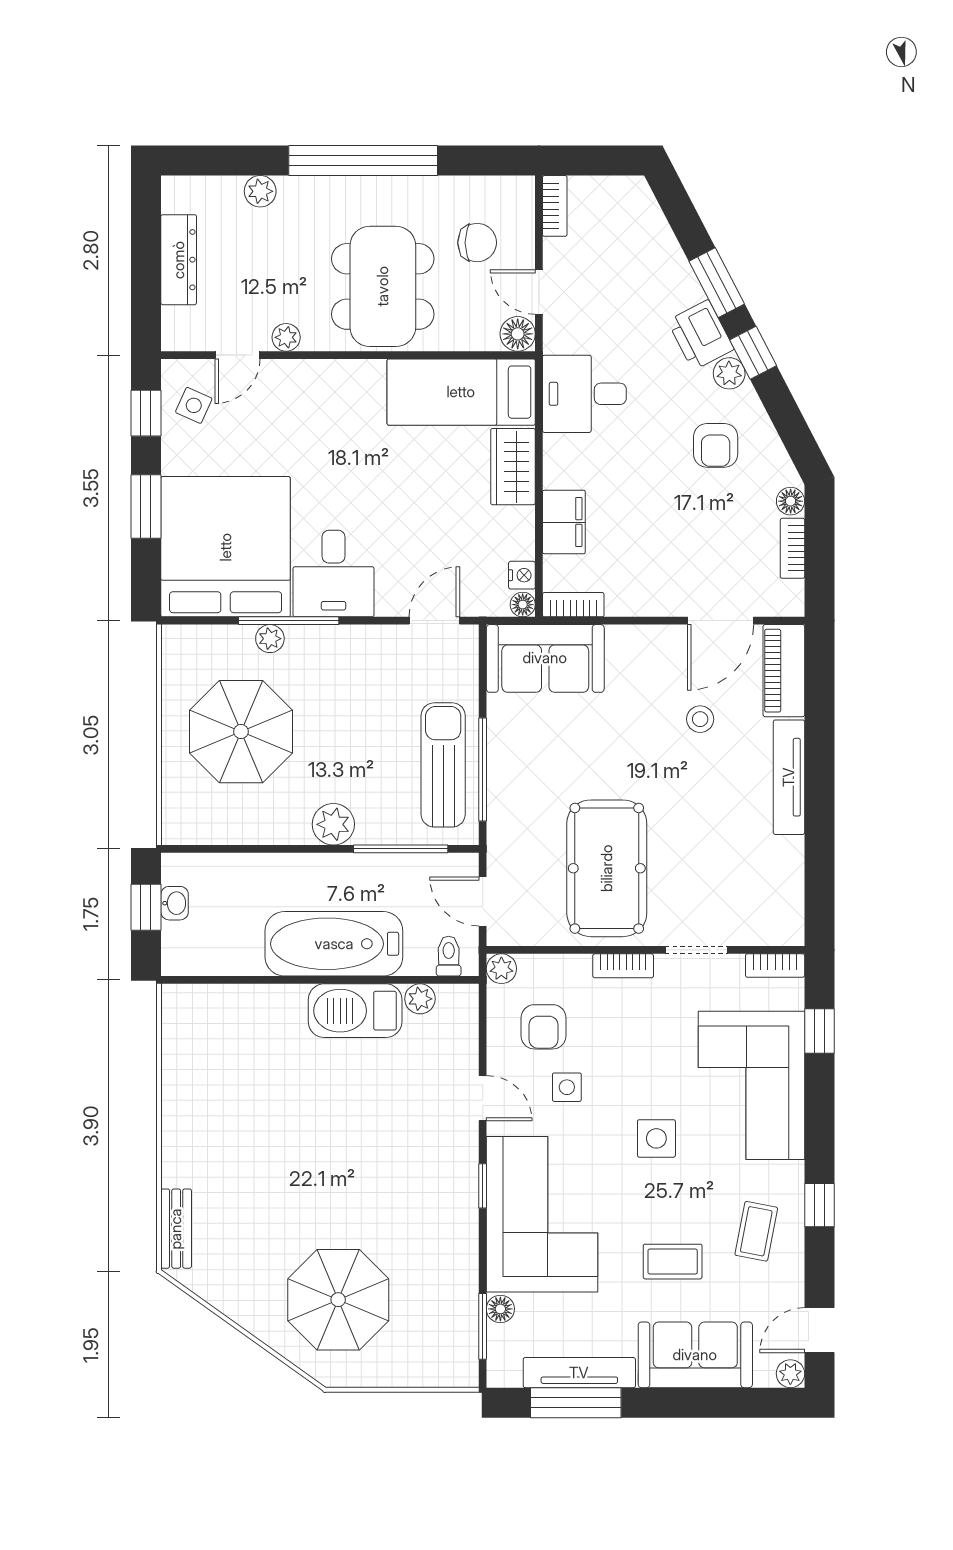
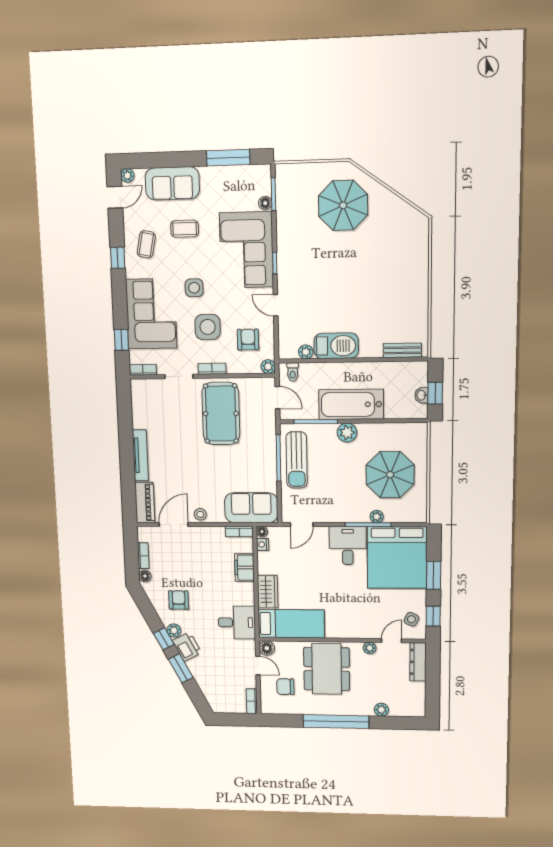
dresser: (179, 260) -> (418, 662), moved
stool: (700, 719) -> (200, 514), moved
bathtub: (334, 944) -> (351, 404), moved, turned 180
side table: (567, 1087) -> (208, 327), moved, width x1.87, depth x1.87
bench: (176, 1229) -> (402, 350), moved, turned 90
tv unit: (579, 1373) -> (227, 173), removed

